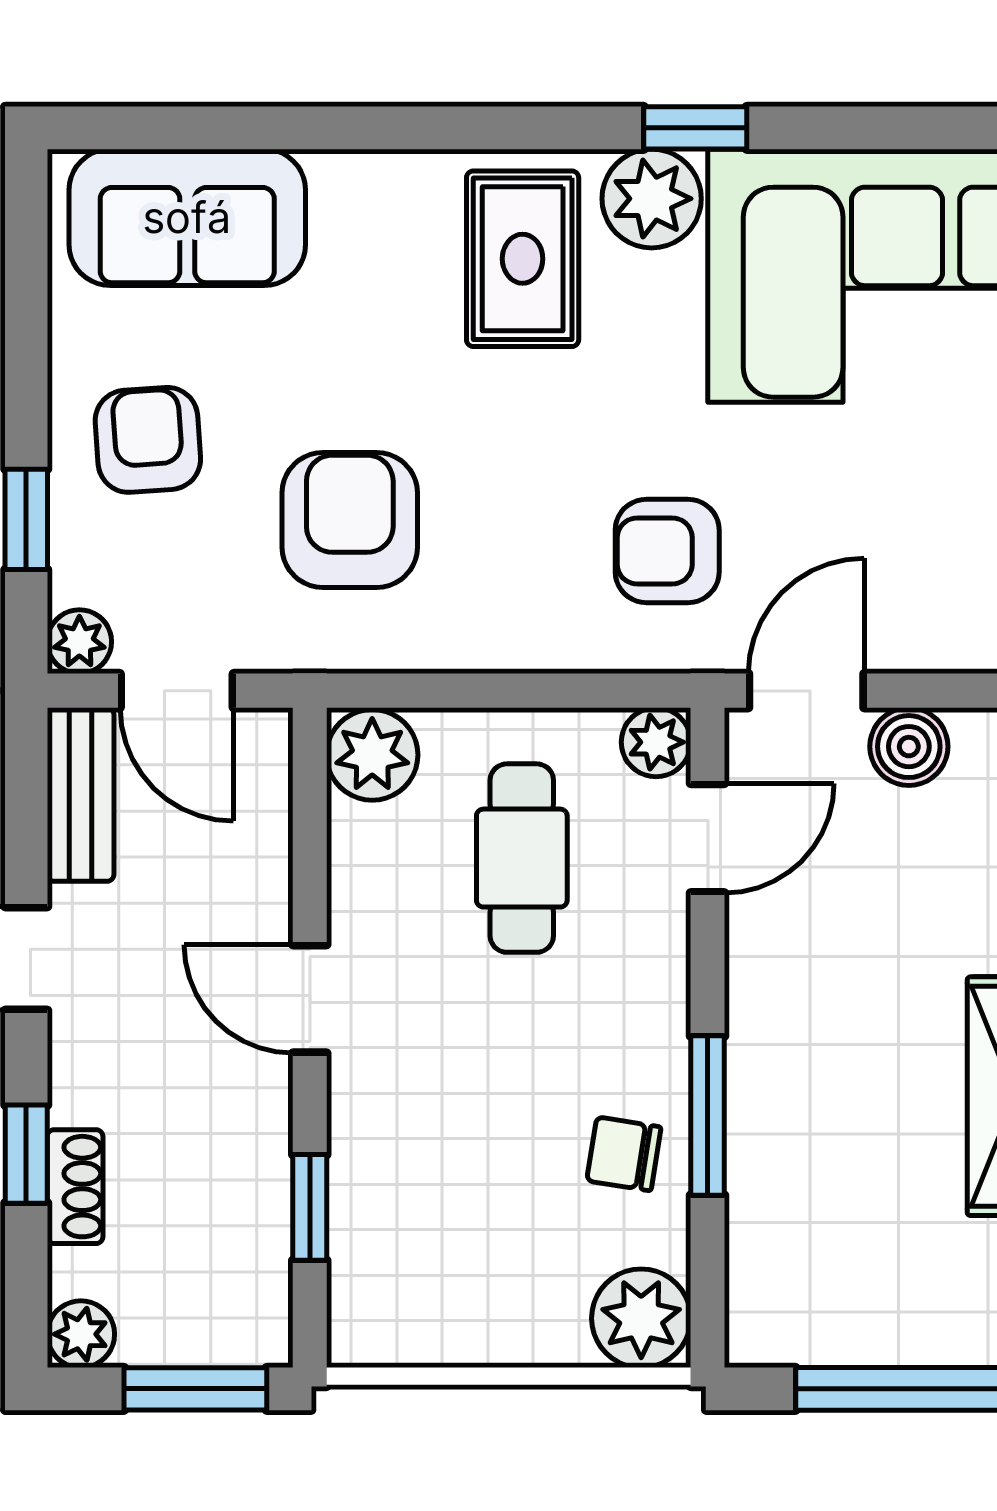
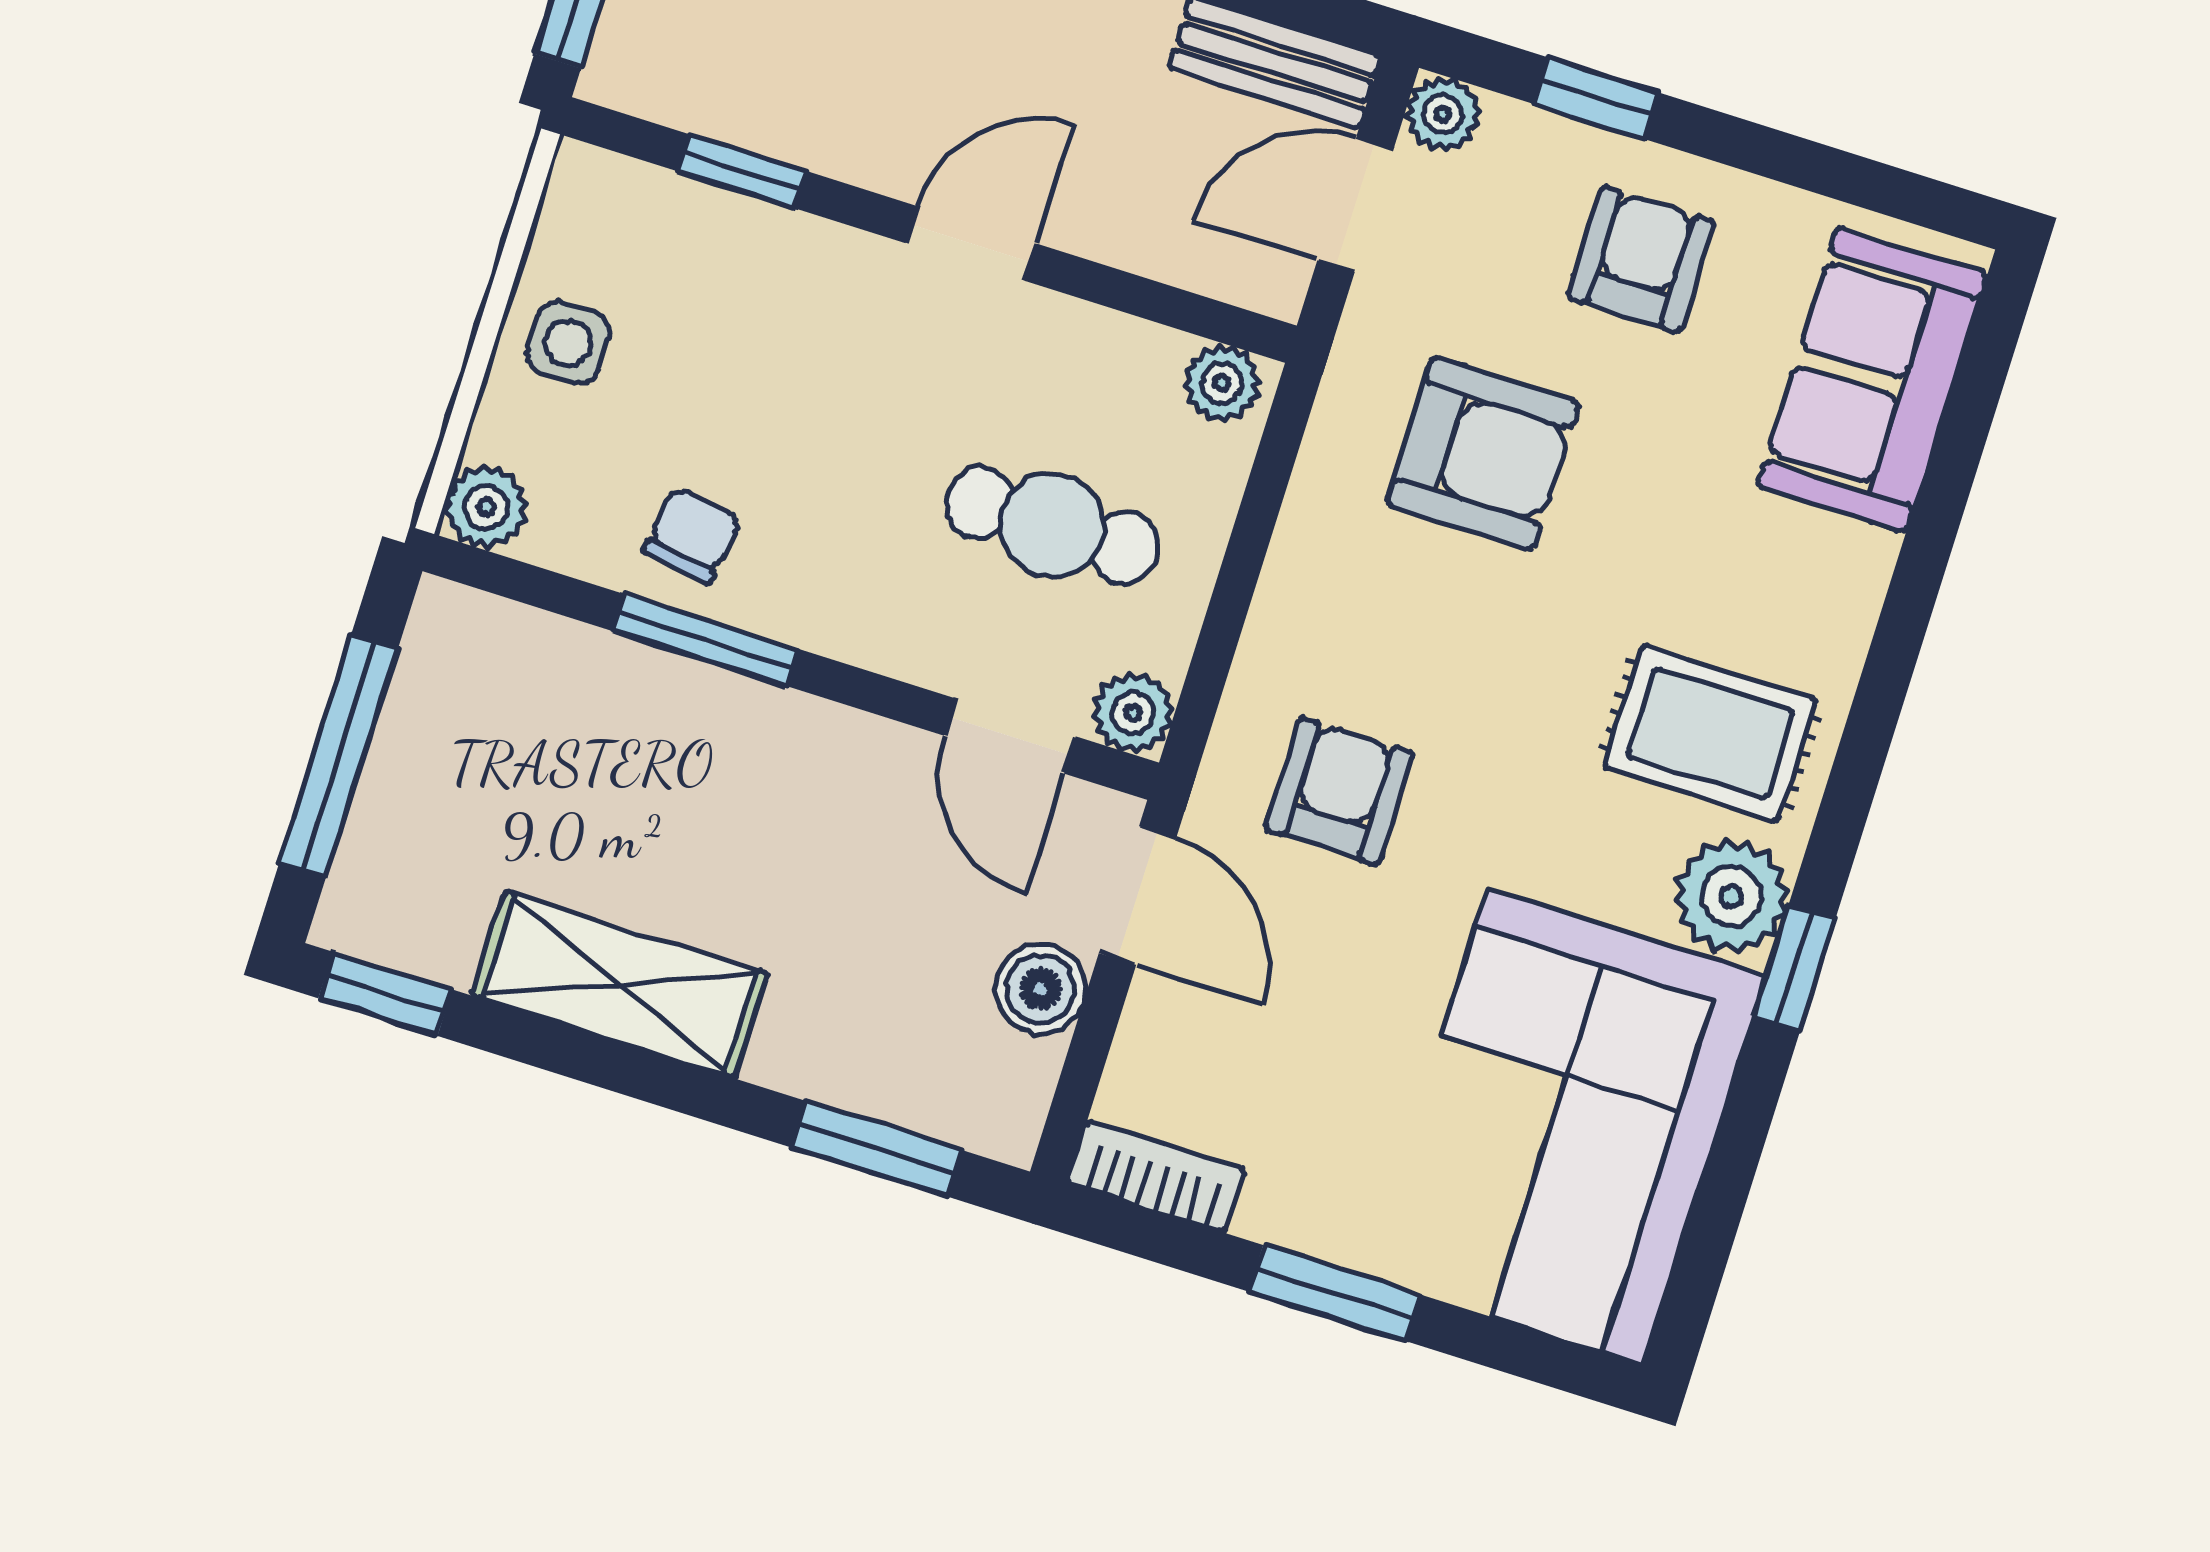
armchair: (148, 440) -> (1641, 259), turned -86
plant: (372, 755) -> (1222, 383), width x0.73, depth x0.73
side table: (497, 1306) -> (568, 343), added
plant: (641, 1318) -> (486, 507), width x0.73, depth x0.73

